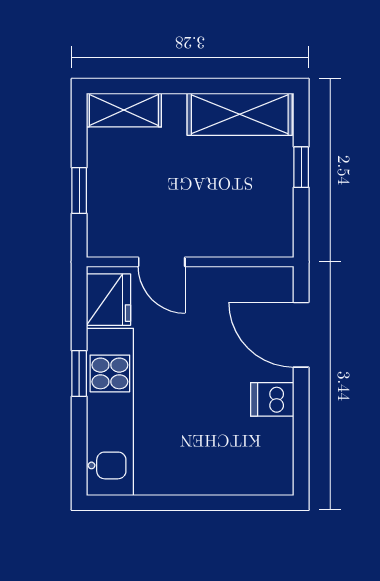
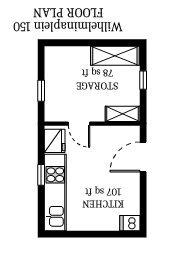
shelving: (124, 110) -> (123, 114), moved
door: (301, 335) -> (143, 157), hinge flipped
dishwasher: (272, 399) -> (130, 223), moved

